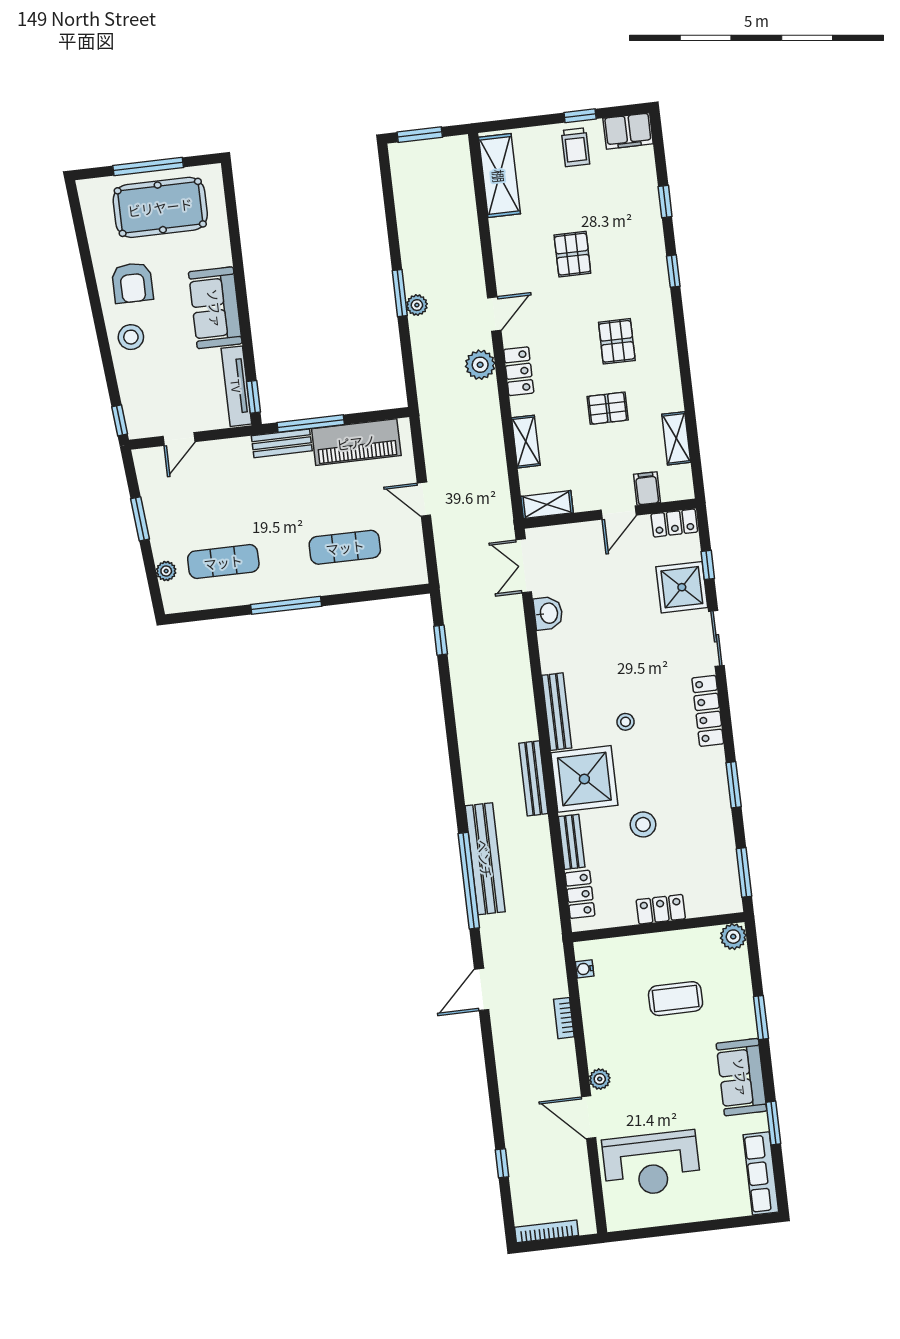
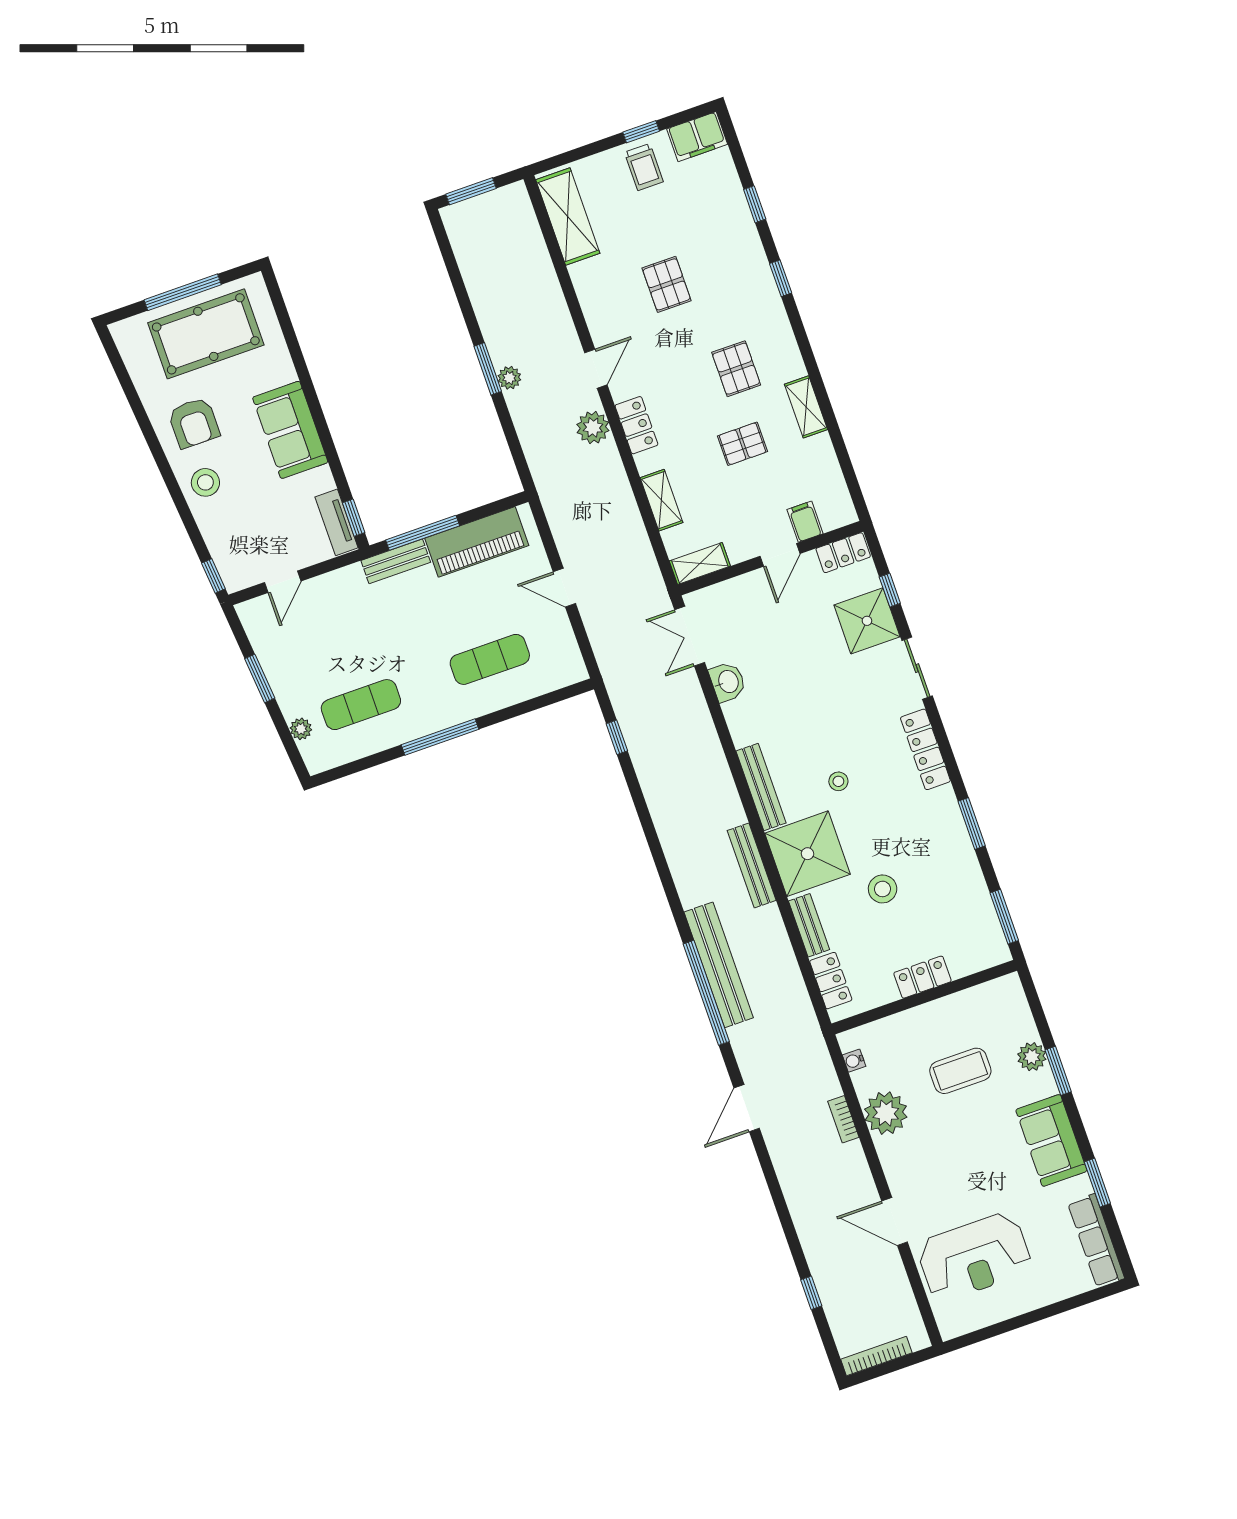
tv unit: (236, 386) -> (337, 522), width x0.71
shelving: (676, 438) -> (806, 407), moved
plant: (733, 937) -> (1032, 1057), moved
plant: (600, 1079) -> (886, 1113), moved, width x1.87, depth x1.87

